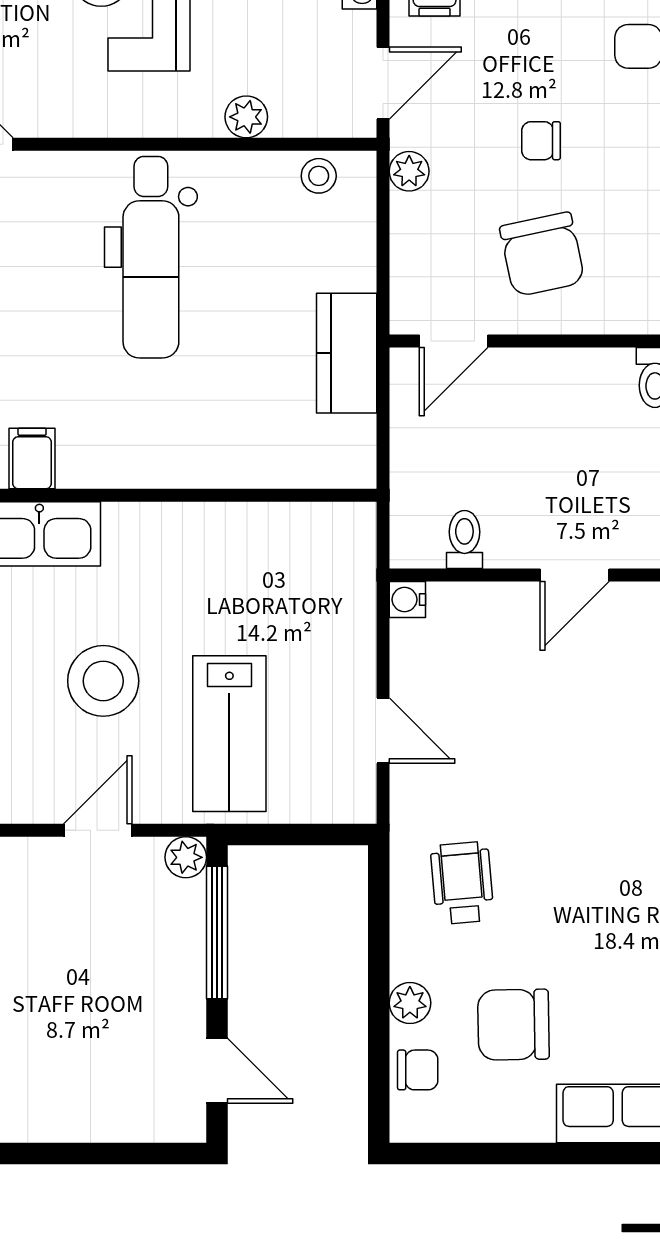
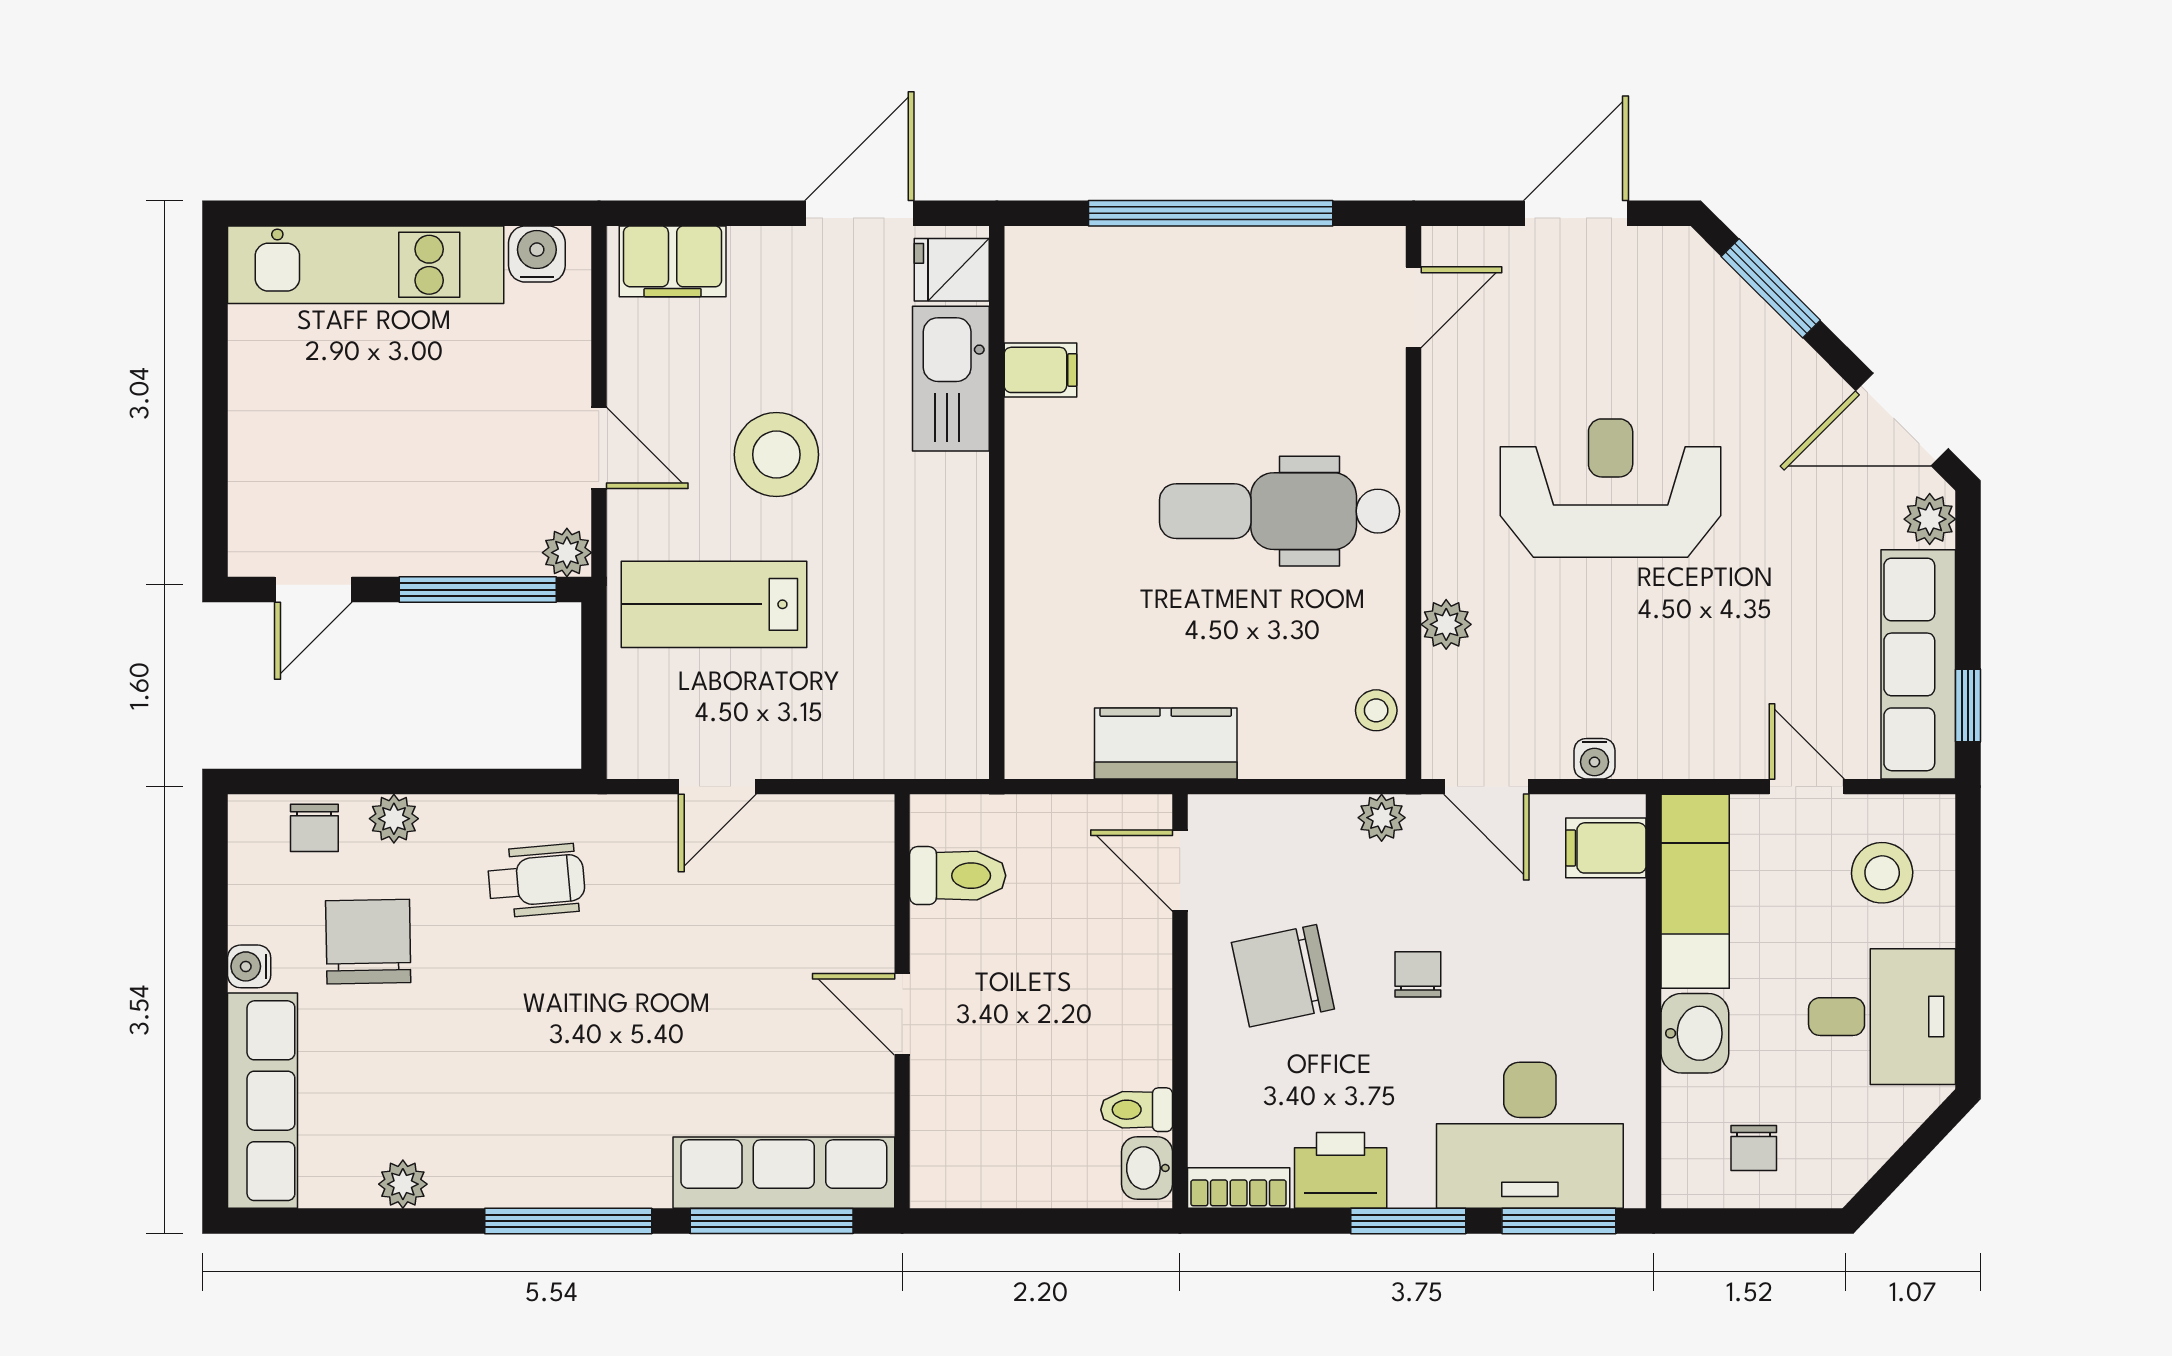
toilet: (464, 540) -> (958, 876), width x1.37, depth x1.39
water cooler: (407, 600) -> (249, 966), moved, turned -90

